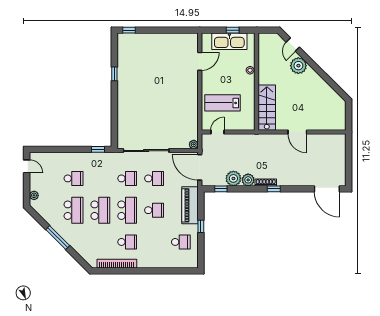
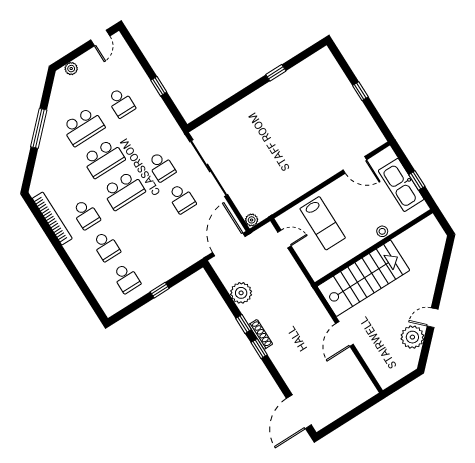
window: (129, 30) -> (360, 91), moved
door: (293, 45) -> (433, 318), moved
plant: (298, 66) -> (412, 337), moved
lab bench: (223, 103) -> (323, 223), turned 180
stairs: (267, 108) -> (363, 278), width x1.36, depth x1.51
window: (98, 149) -> (159, 86), moved
plant: (248, 180) -> (250, 311), removed
window: (221, 189) -> (243, 324), moved
piano: (190, 205) -> (177, 261), removed
school desk: (154, 210) -> (106, 246), moved

